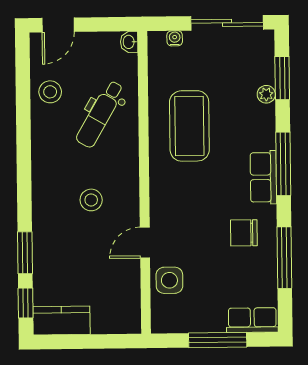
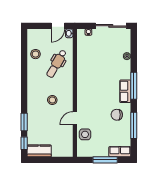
door: (58, 25) -> (58, 26), moved
window: (282, 78) -> (134, 49), removed
coffee table: (189, 126) -> (94, 69), removed

